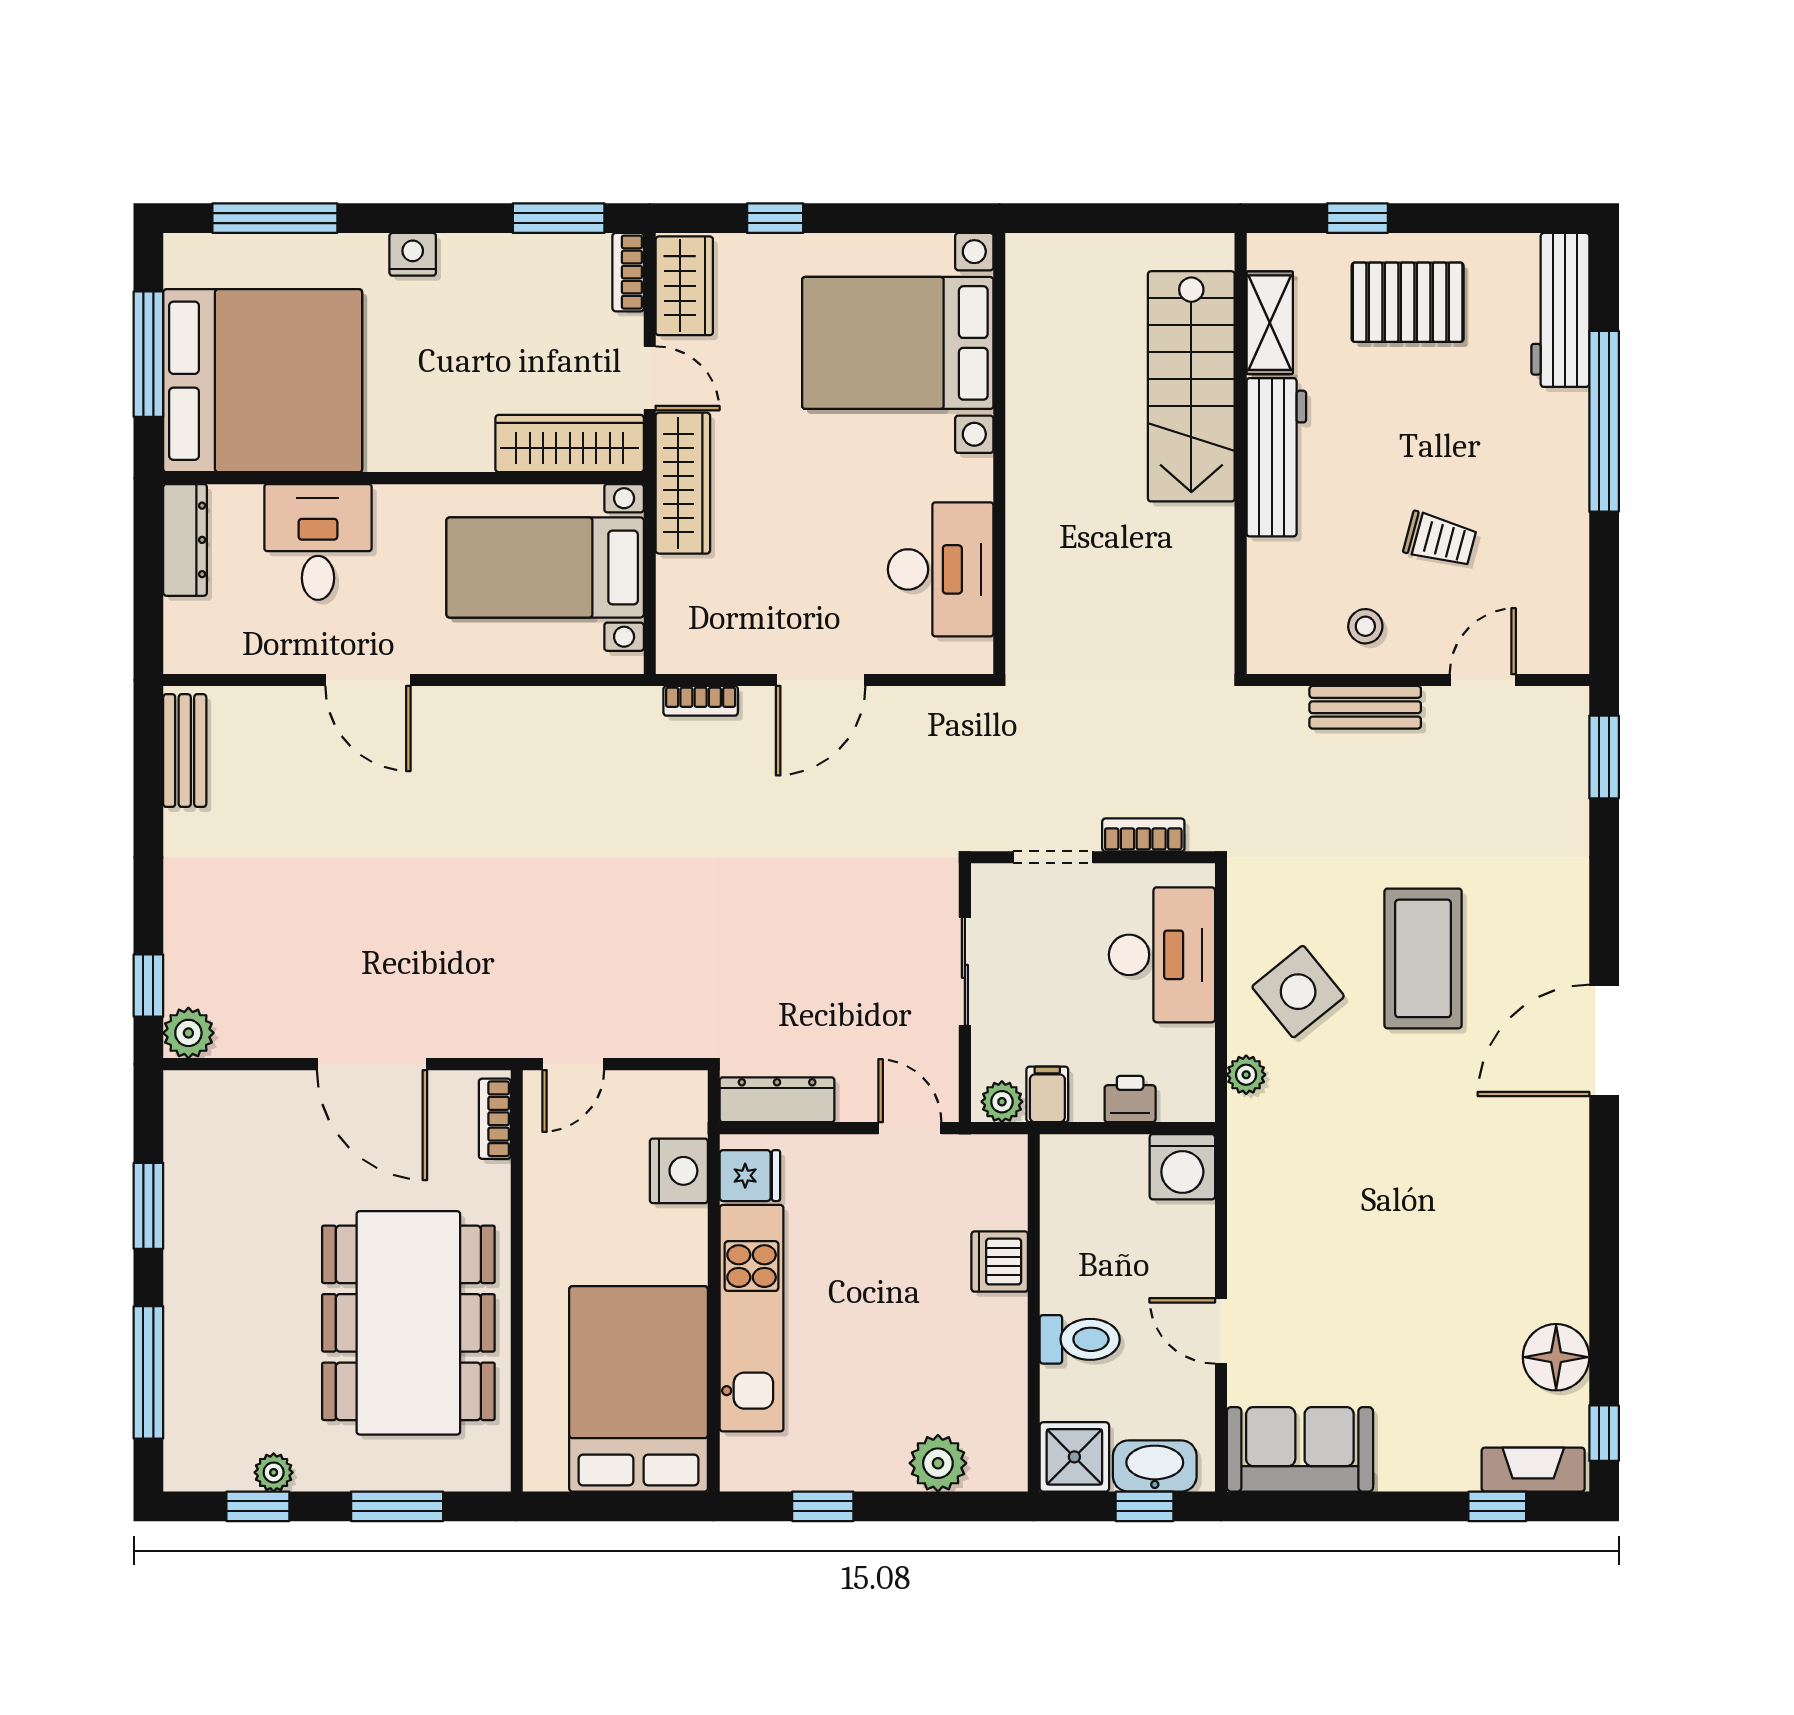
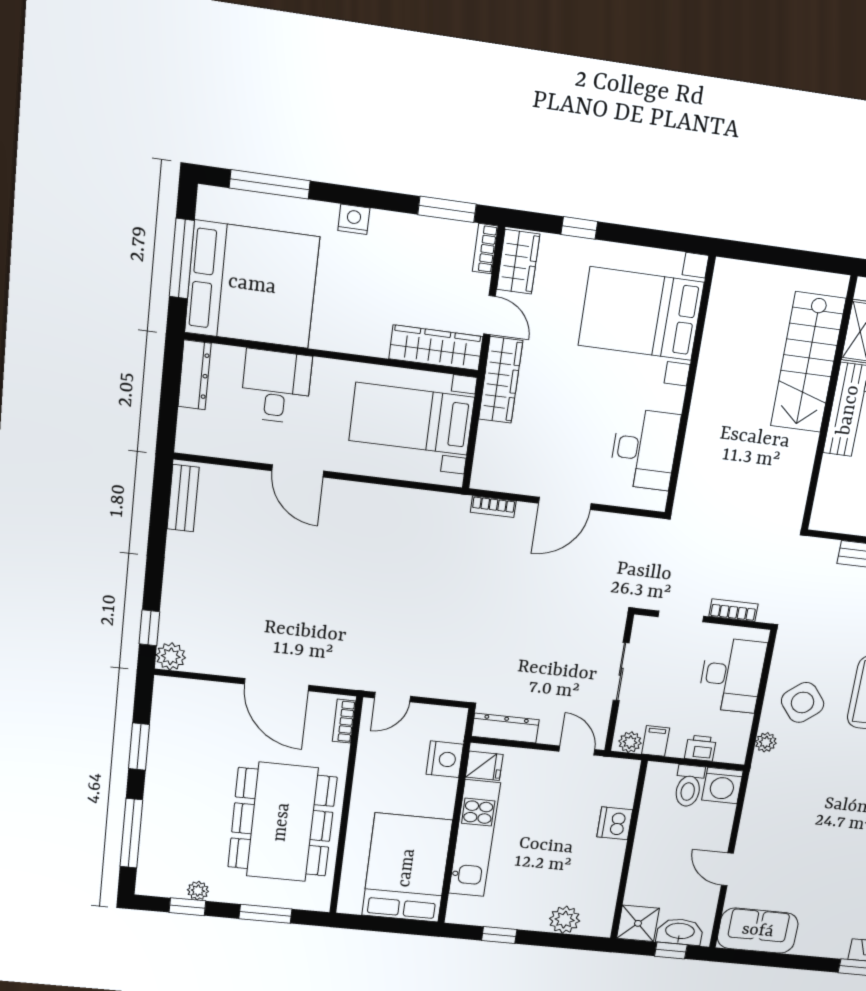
toilet: (1080, 1339) -> (689, 786), moved, turned 90

